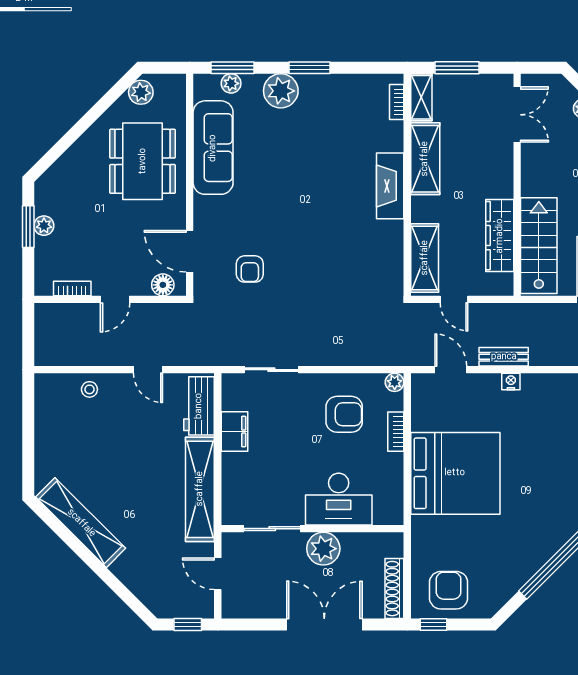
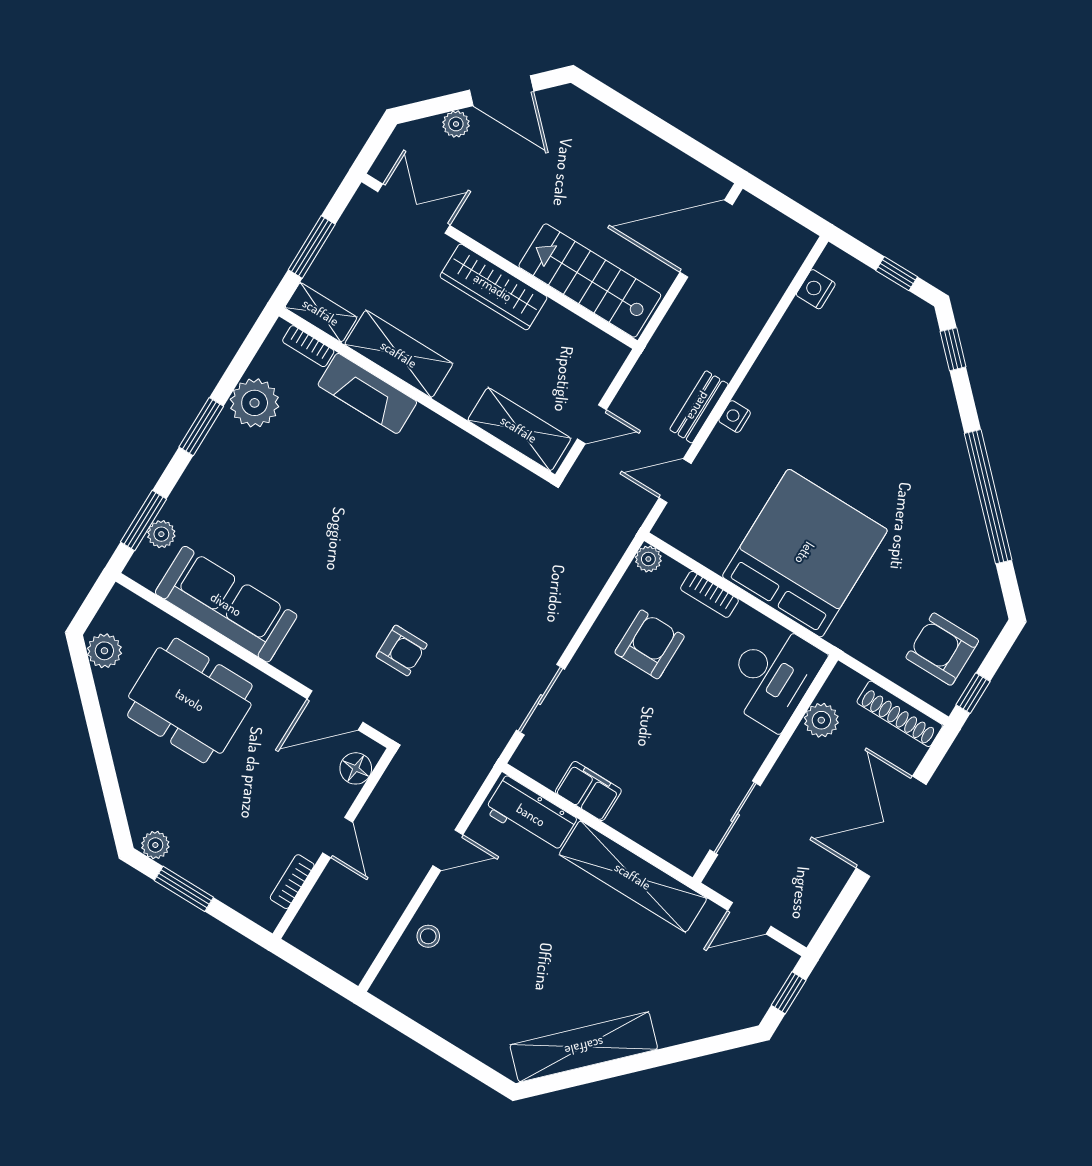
plant: (281, 91) -> (255, 403), moved
fireplace: (390, 186) -> (367, 393), moved
plant: (44, 226) -> (155, 845), moved
wardrobe: (500, 236) -> (493, 287), moved
desk: (339, 499) -> (773, 676), moved
plant: (323, 549) -> (821, 720), moved, width x0.73, depth x0.73

